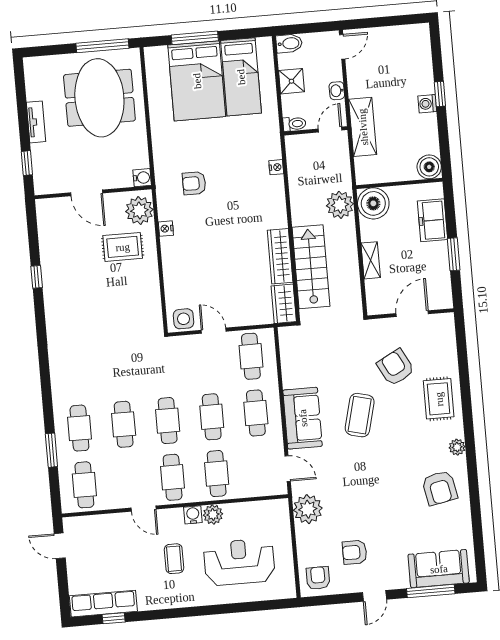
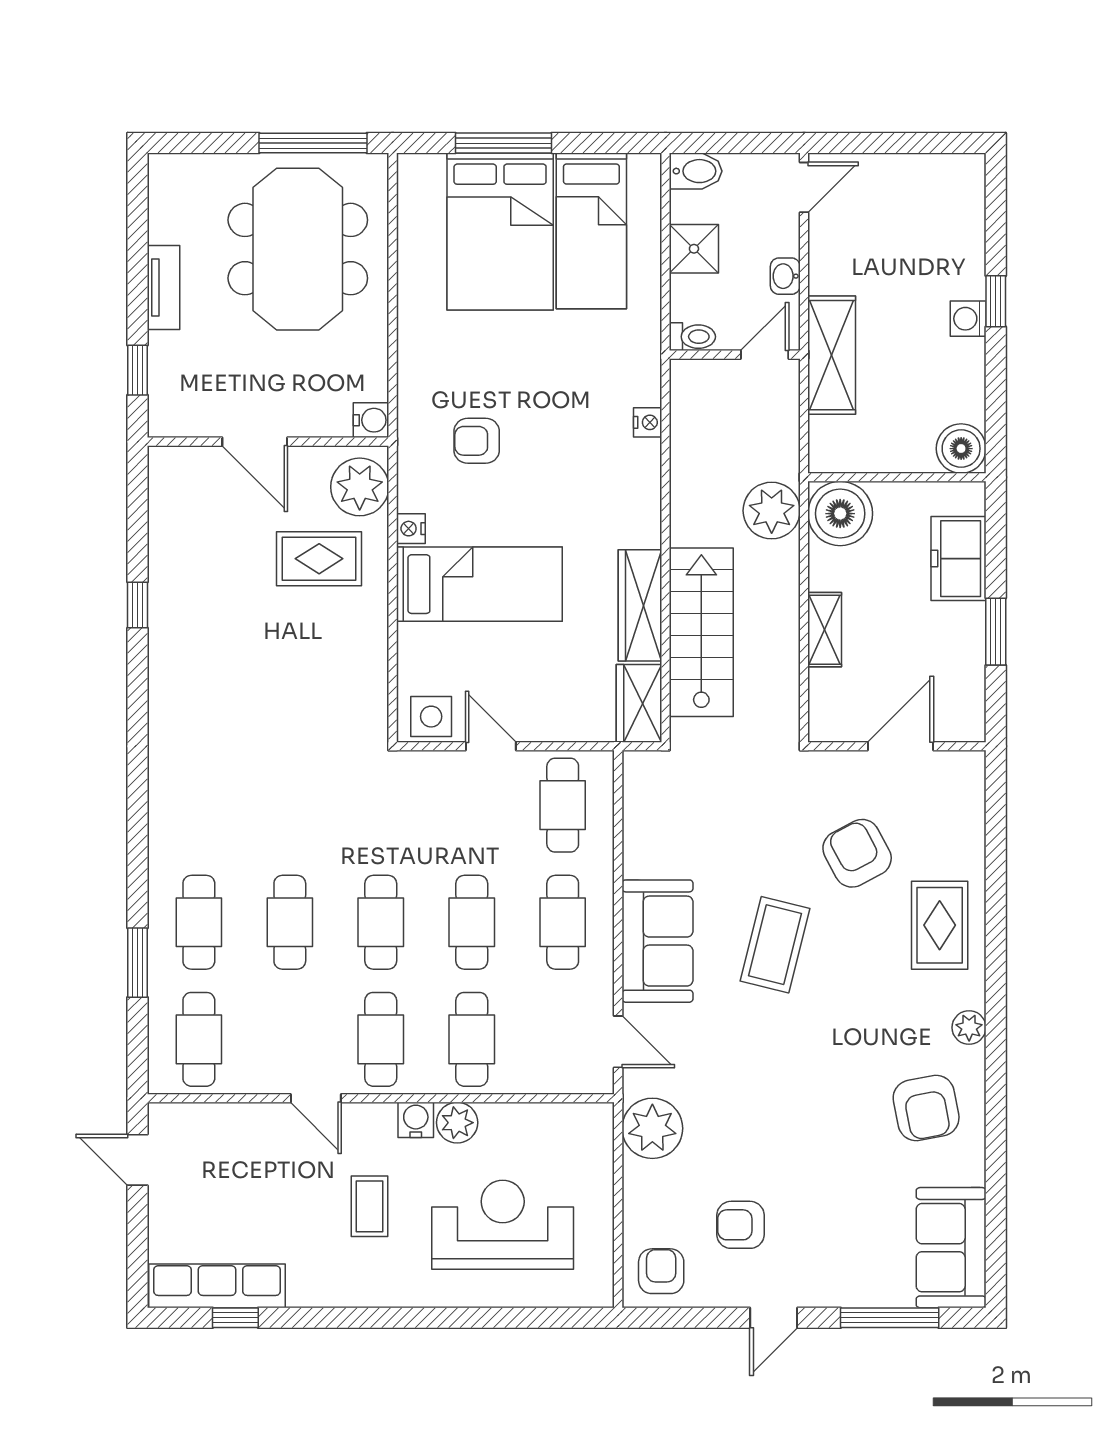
bed: (201, 253) -> (479, 584), added
sofa: (439, 569) -> (951, 1248), moved, turned -90

